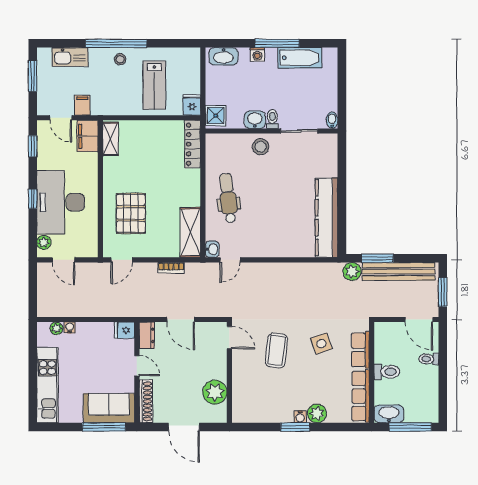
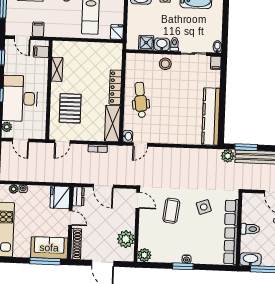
shower: (216, 116) -> (146, 43), moved
filing cabinet: (88, 136) -> (41, 52), width x0.50
shelving: (110, 139) -> (57, 69), moved
filing cabinet: (331, 143) -> (216, 63), added
locker: (193, 144) -> (115, 87), moved
fridge: (125, 330) -> (60, 197), width x1.88, depth x1.34
plant: (317, 413) -> (144, 255), moved

